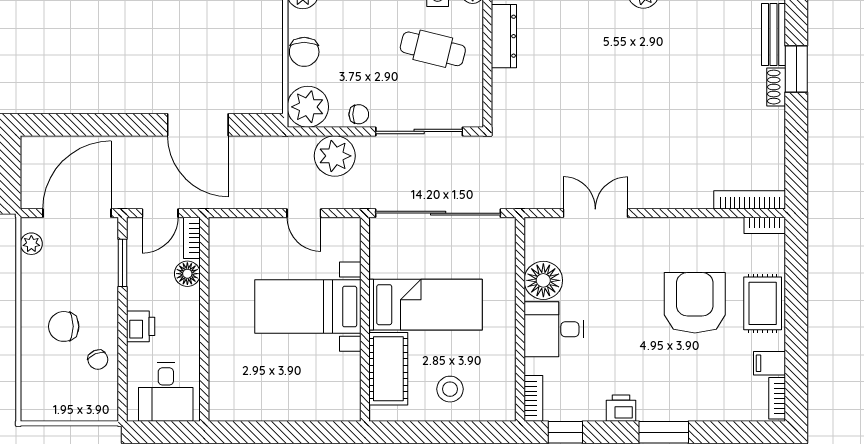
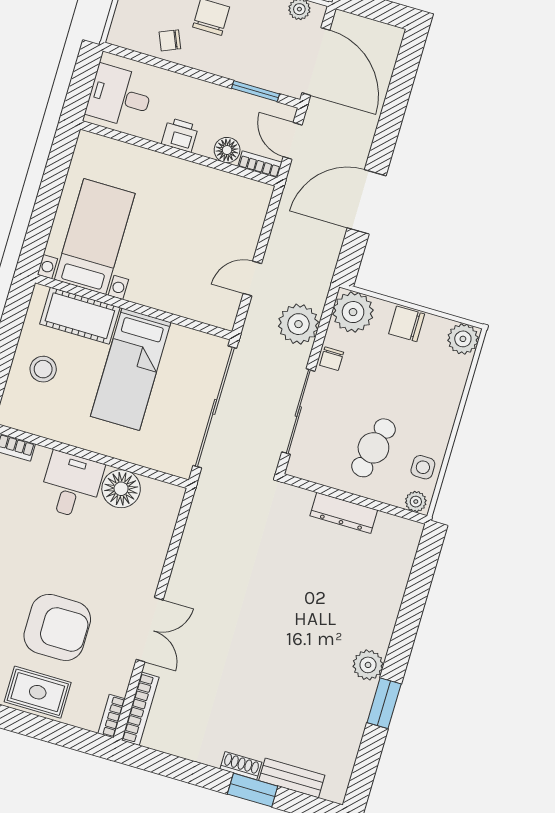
dresser: (504, 36) -> (344, 513), moved
double door: (595, 213) -> (150, 630), moved
bed with nightstands: (308, 307) -> (95, 237), moved
printer: (141, 326) -> (180, 135), moved, turned 180

